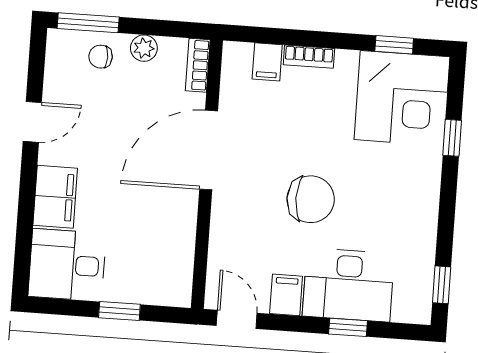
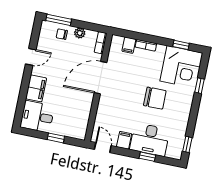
chair: (311, 199) -> (155, 98), moved

